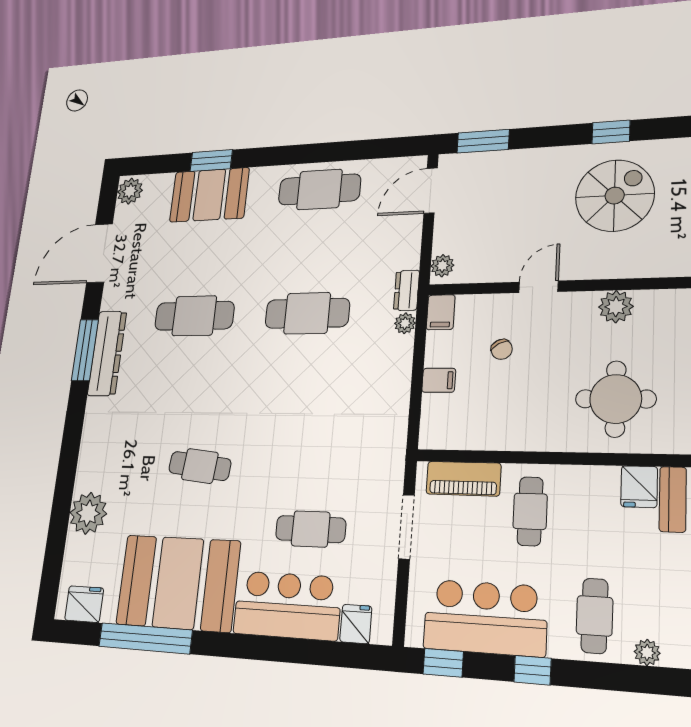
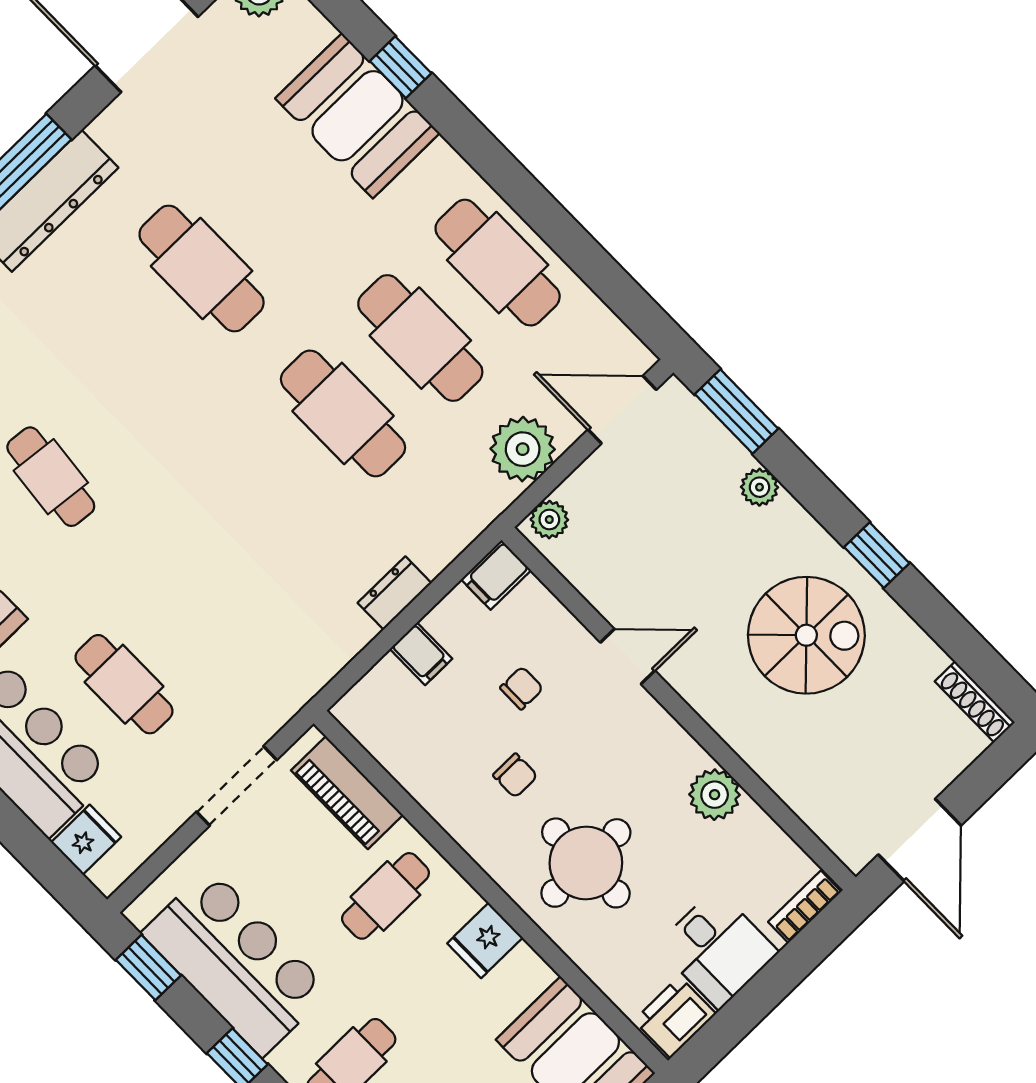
plant: (526, 159) -> (759, 487), added
window: (211, 161) -> (401, 67), width x0.67
cafe table: (313, 250) -> (420, 338), added
dresser: (407, 290) -> (395, 593), moved
plant: (616, 307) -> (715, 795), moved
plant: (405, 323) -> (523, 449), moved, width x1.88, depth x1.88
chair: (502, 349) -> (522, 688), turned -151
chair: (538, 392) -> (515, 776), added
fridge: (639, 487) -> (485, 940), moved

